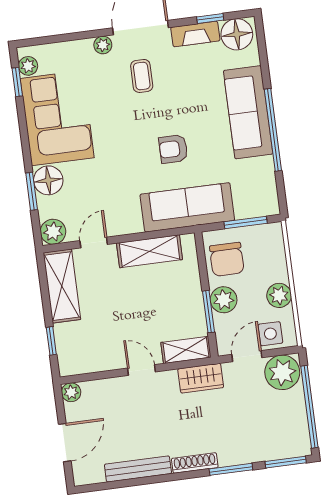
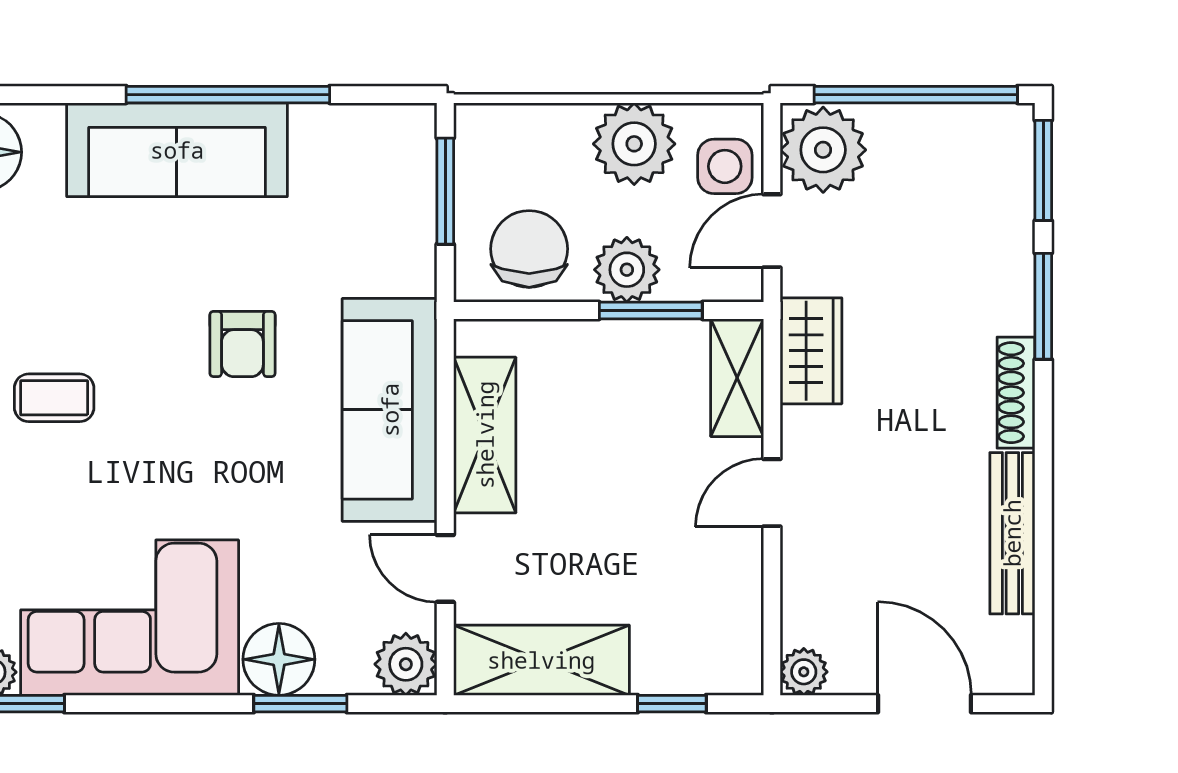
sofa: (187, 207) -> (390, 410), moved
chair: (227, 259) -> (529, 249), turned -90
plant: (279, 295) -> (634, 144), width x1.36, depth x1.36
door: (247, 356) -> (772, 231), hinge flipped

